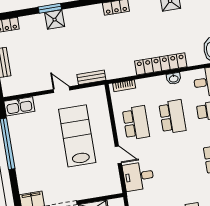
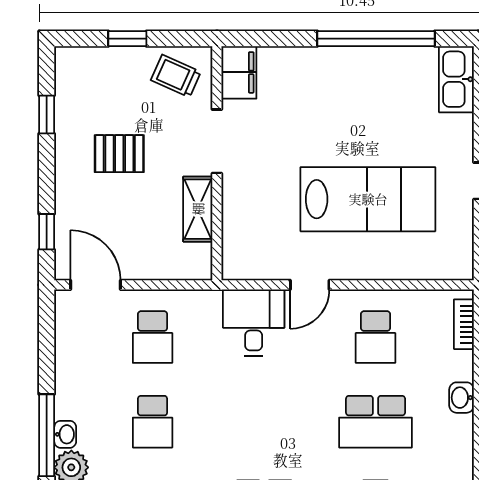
washbasin: (174, 79) -> (462, 398), moved
school desk: (136, 123) -> (376, 337), width x0.54

